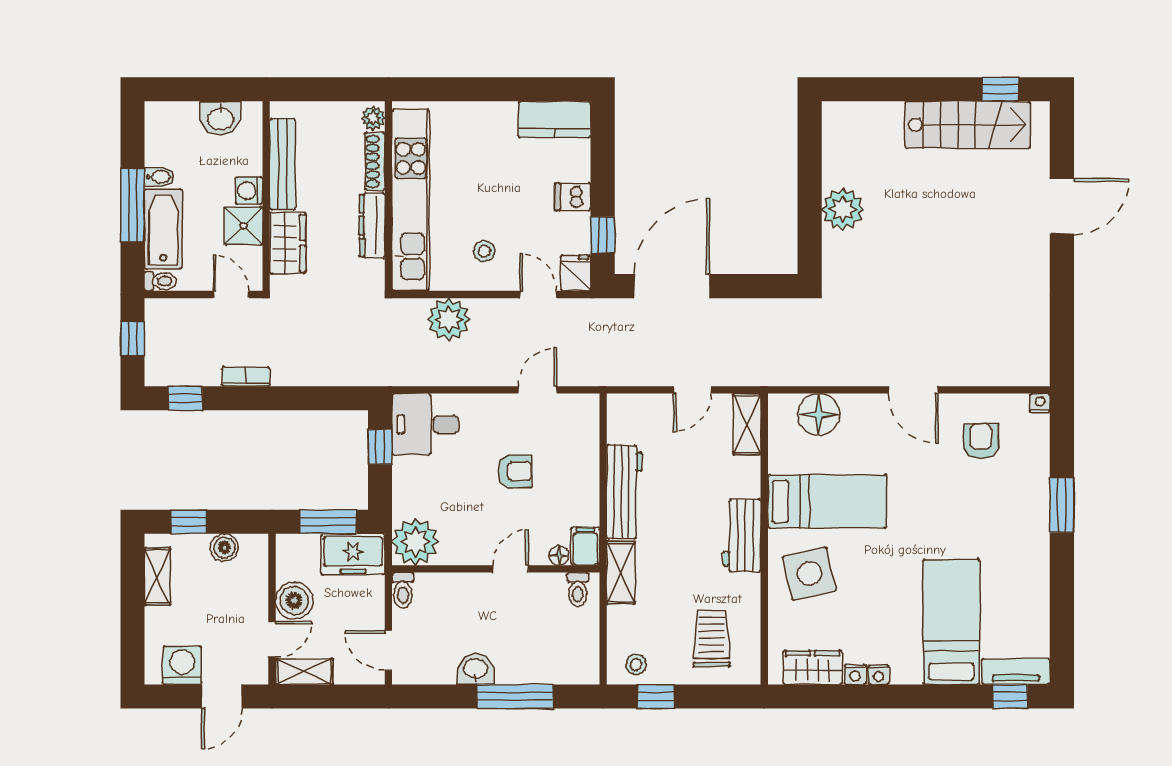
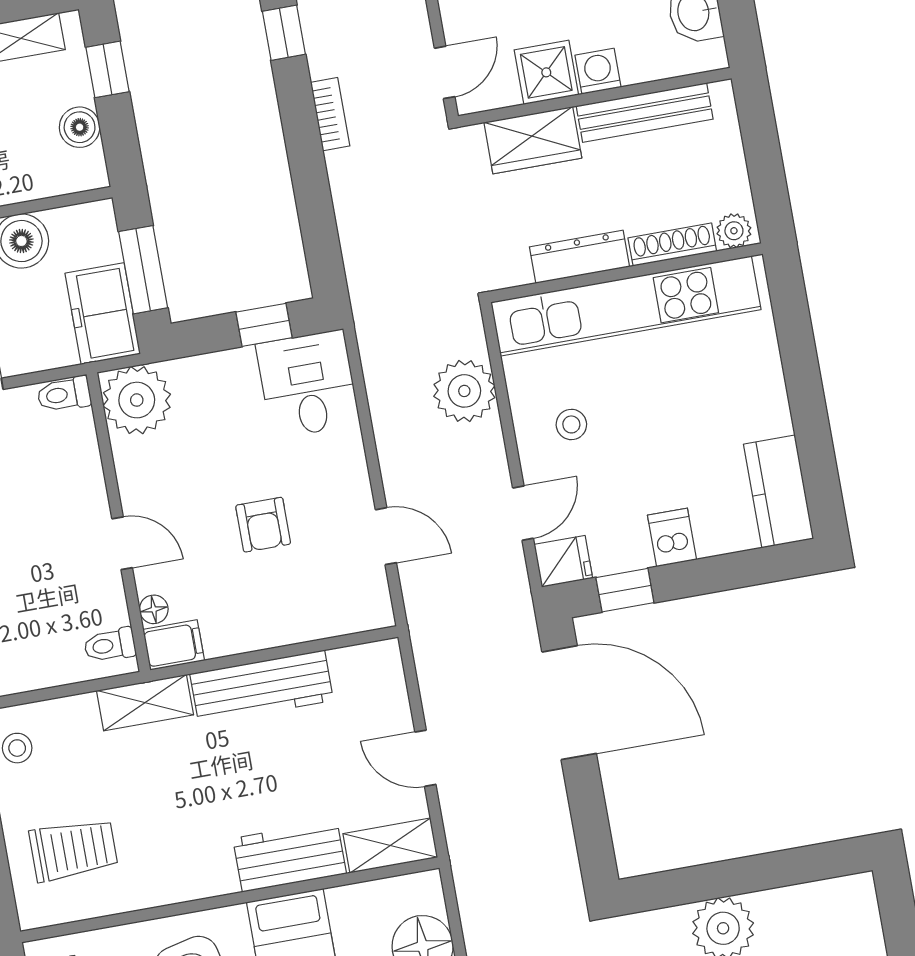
workbench: (742, 535) -> (290, 856), moved

